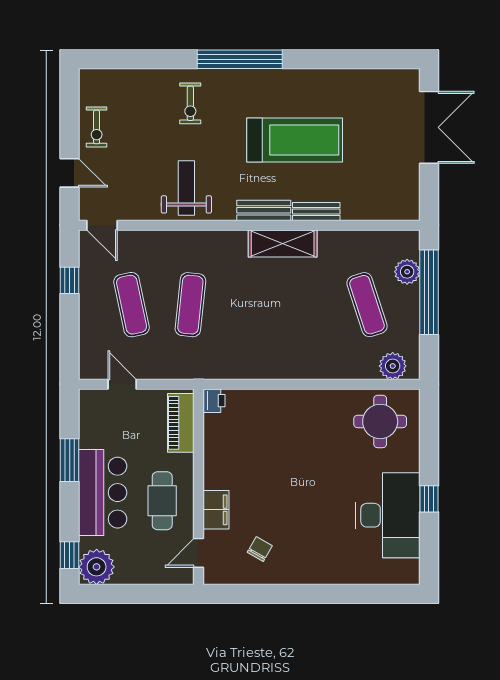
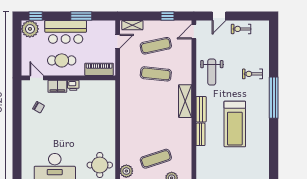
weight bench: (186, 188) -> (212, 72), turned 90
shelving: (283, 243) -> (185, 101), moved
shelving: (89, 353) -> (132, 25), added
printer: (214, 401) -> (73, 85), moved

